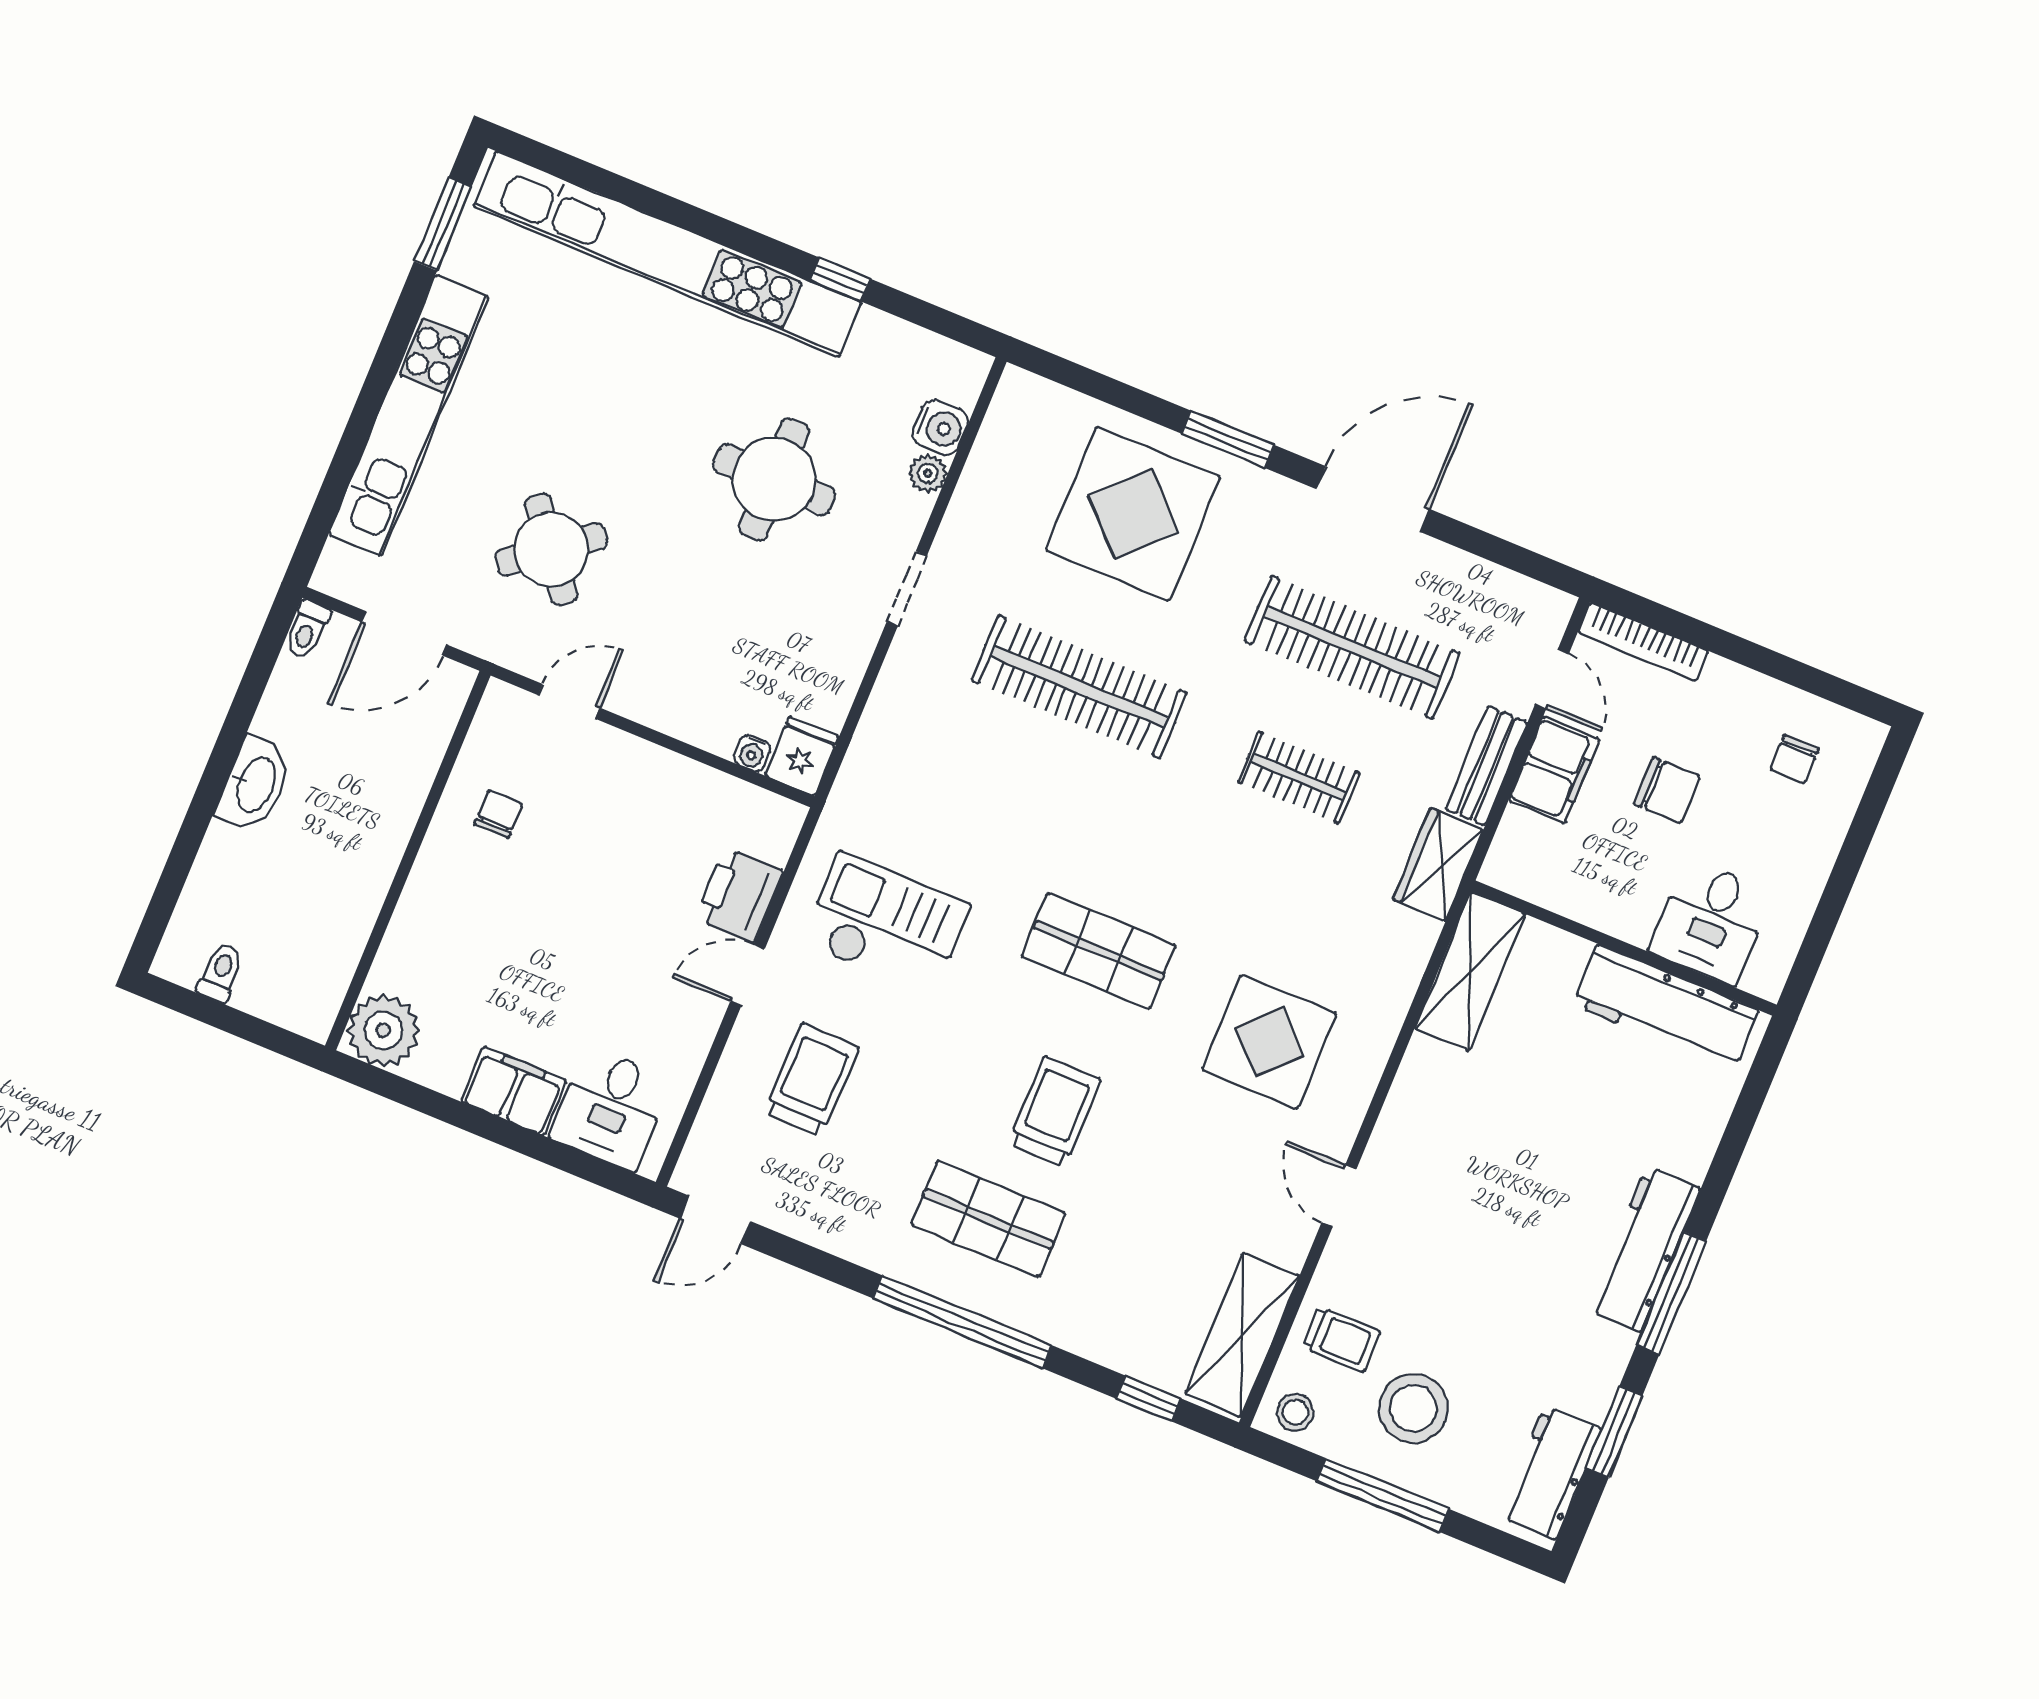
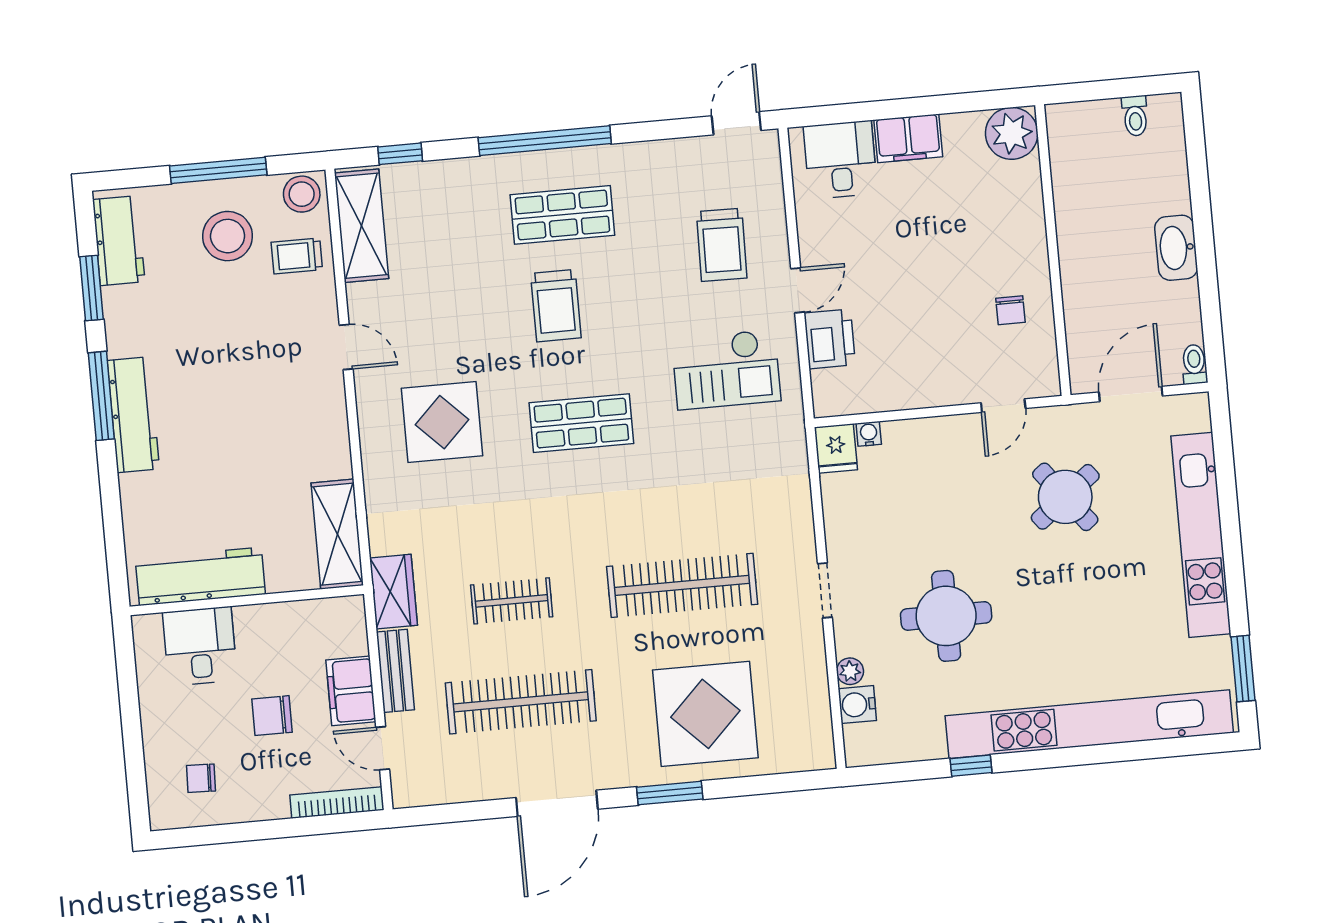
chair: (1794, 759) -> (201, 778), turned -88
stool: (1295, 1412) -> (302, 194), width x1.37, depth x1.37

